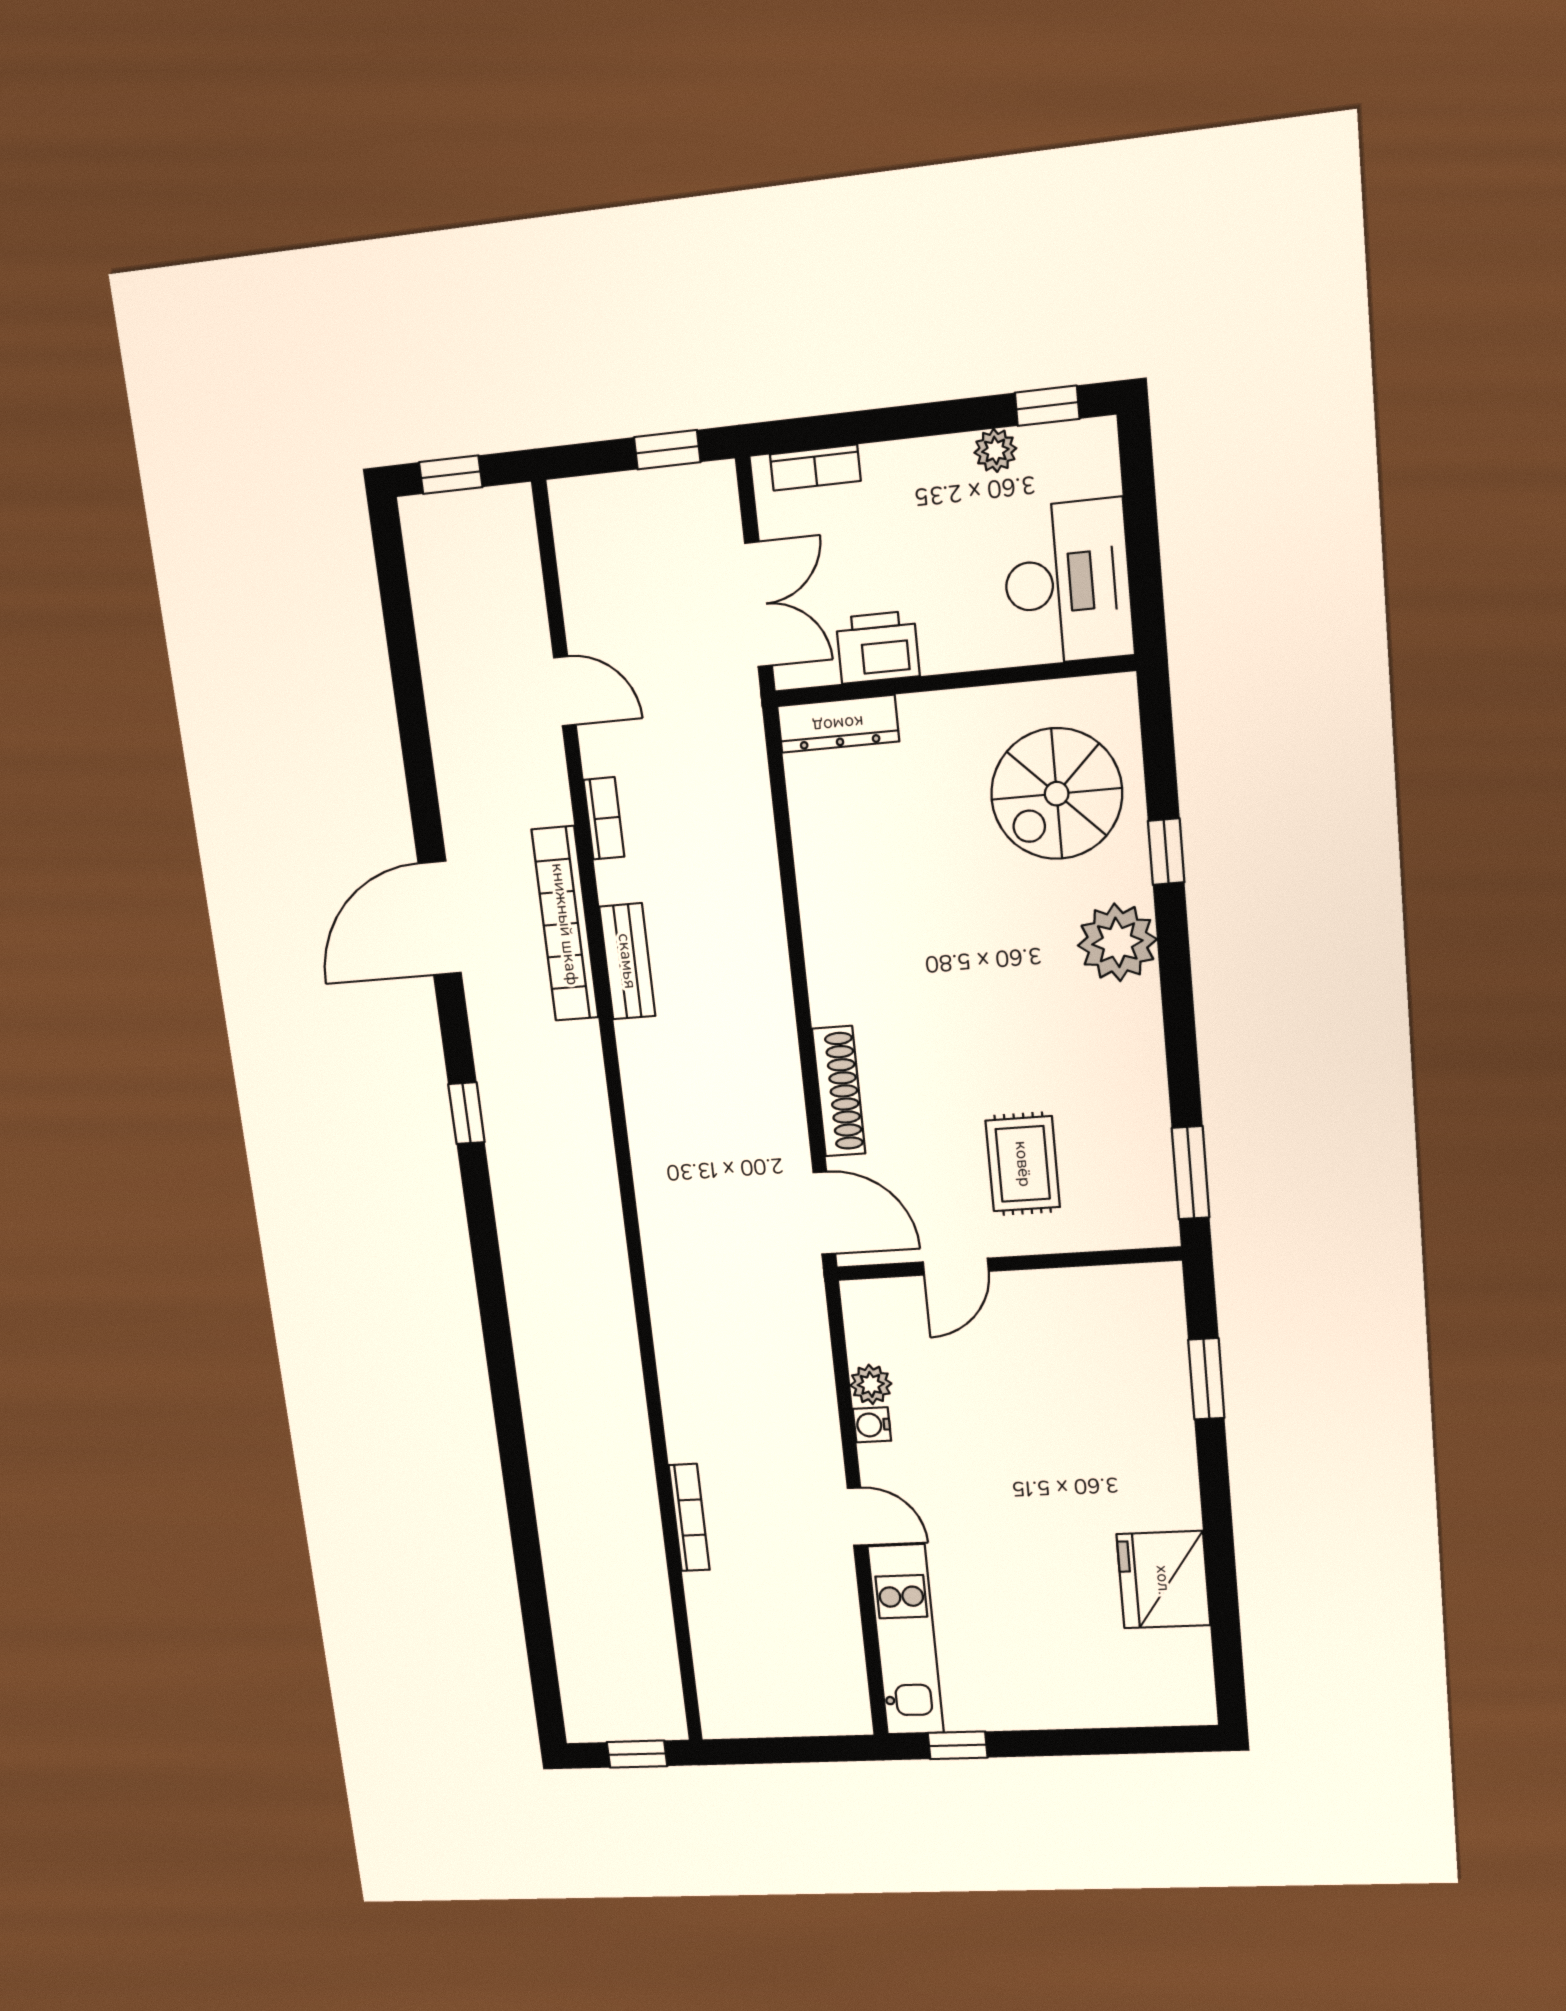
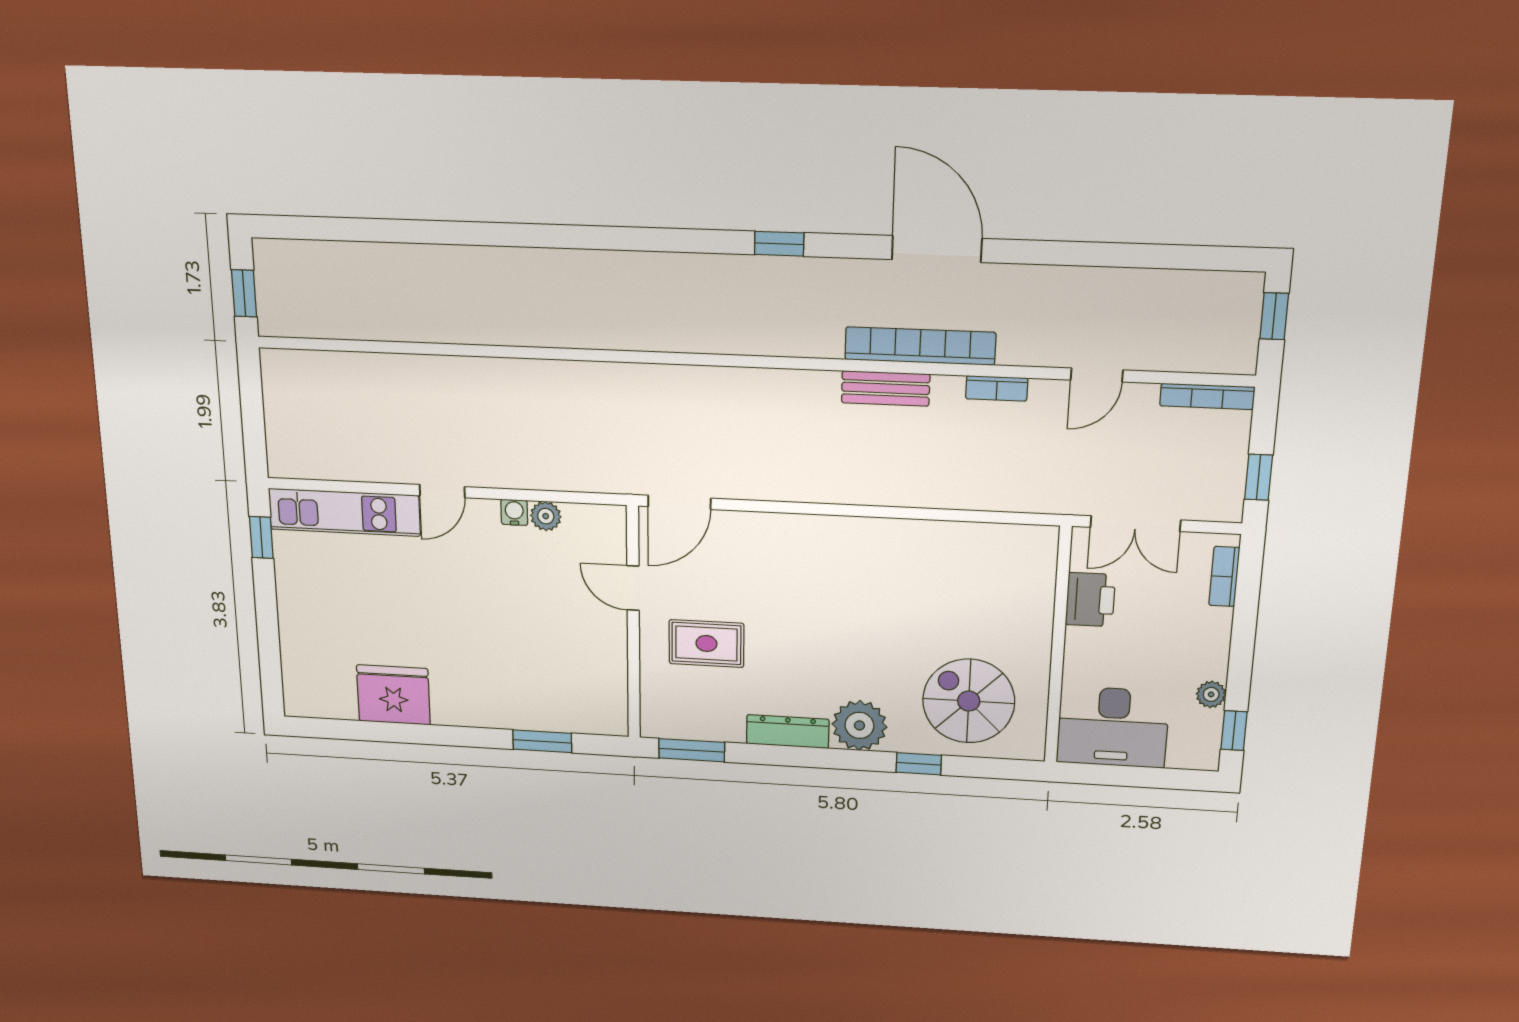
dresser: (838, 724) -> (788, 732), moved, turned 90
shoe rack: (839, 1091) -> (771, 526), removed
bookcase: (689, 1518) -> (1207, 396), moved

